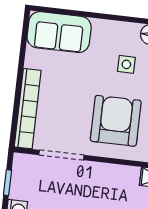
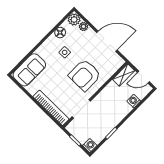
armchair: (116, 121) -> (85, 75), turned -90

